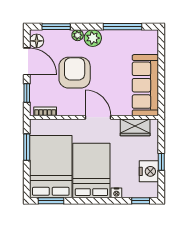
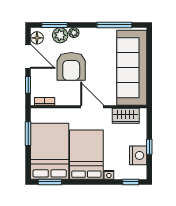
plant: (93, 38) -> (60, 35), moved
armchair: (75, 73) -> (71, 66), turned 180
sofa: (145, 85) -> (132, 68), width x1.36, depth x1.27

